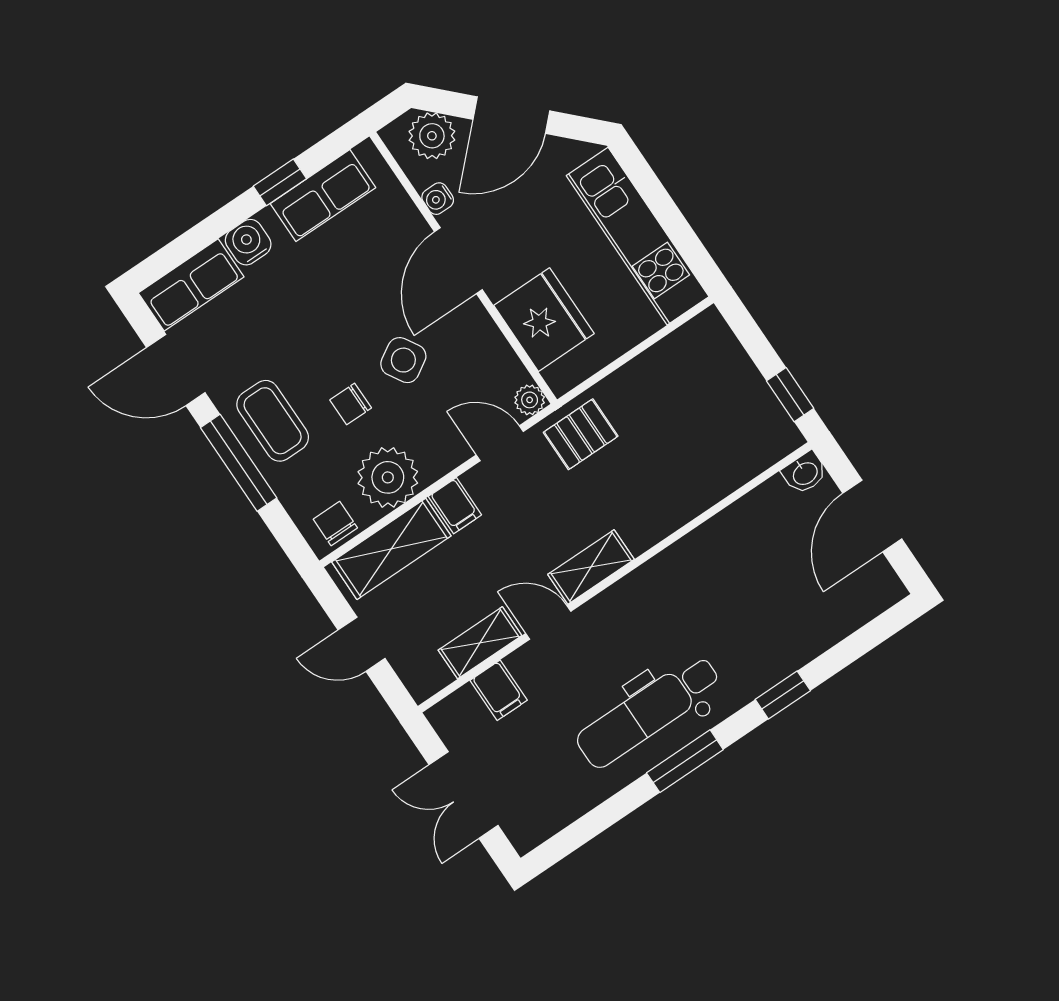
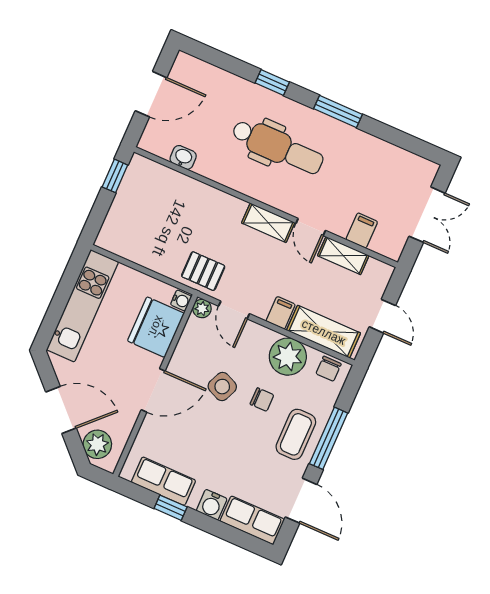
water cooler: (438, 199) -> (181, 300), moved
side table: (403, 360) -> (222, 387), turned -35
washbasin: (805, 473) -> (183, 157), moved
dental chair: (648, 711) -> (278, 147), moved

